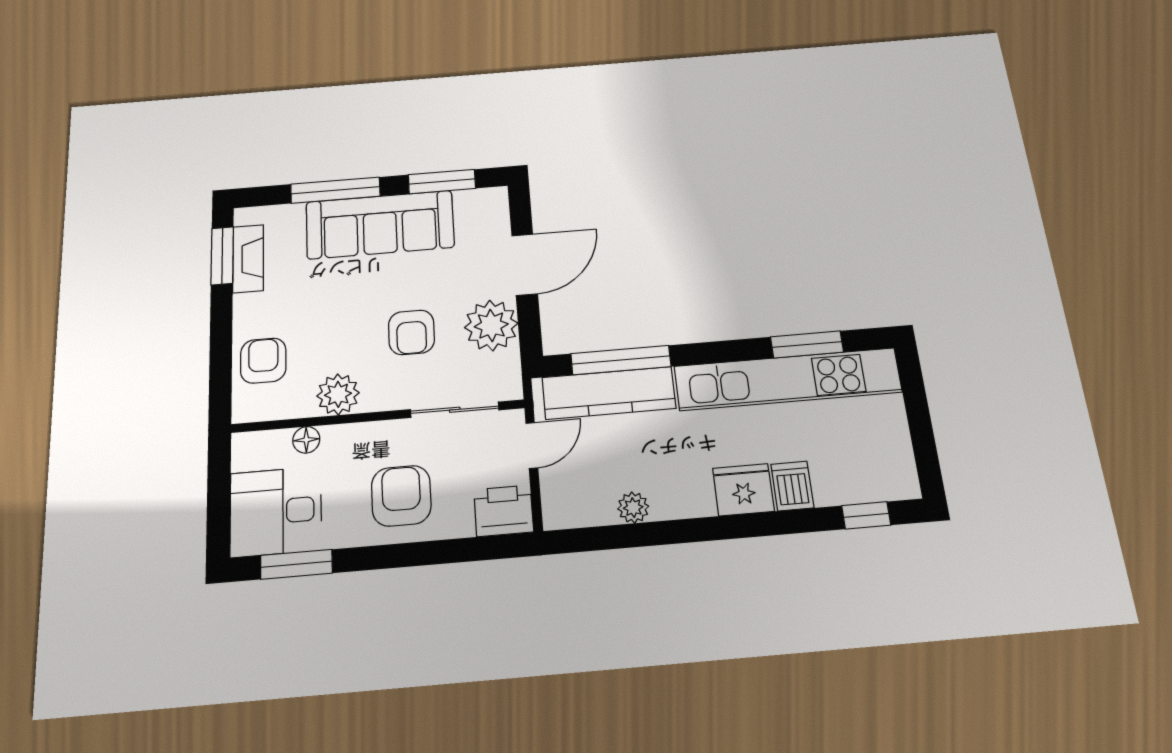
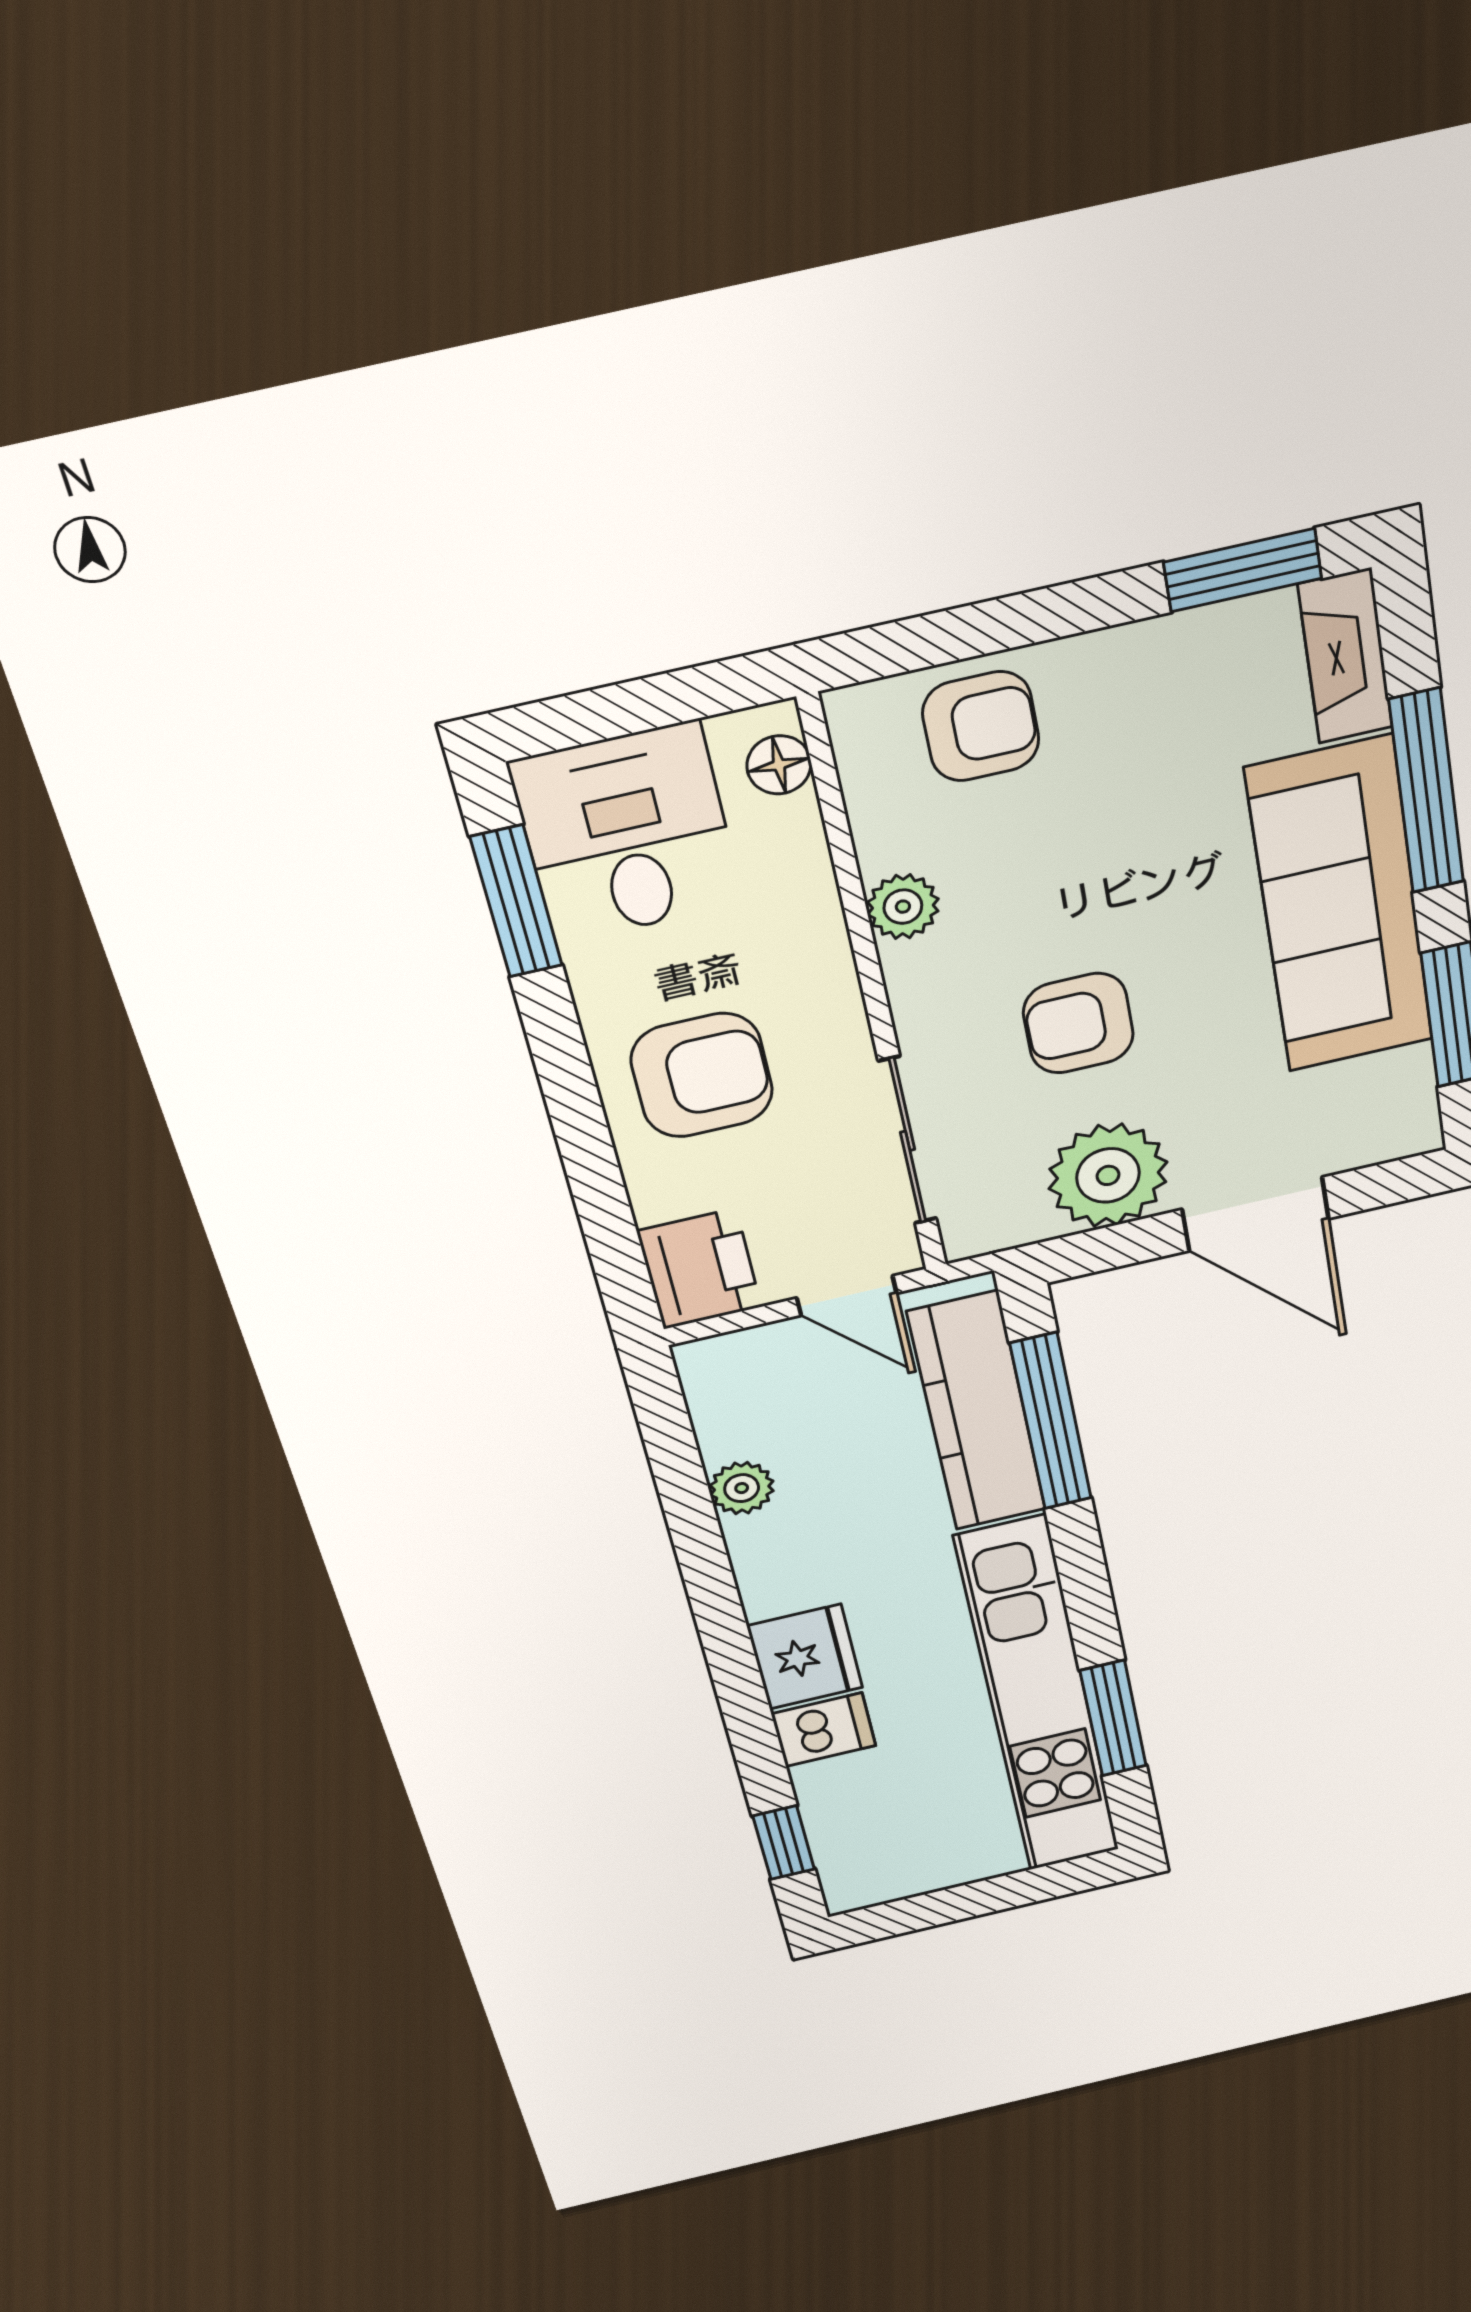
fireplace: (248, 259) -> (1345, 656), moved, turned 90
plant: (338, 394) -> (903, 907), width x0.73, depth x0.73
floor lamp: (306, 440) -> (779, 765), moved

